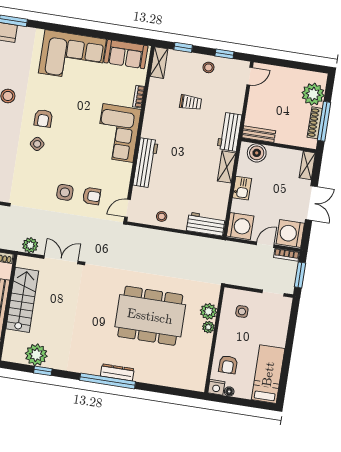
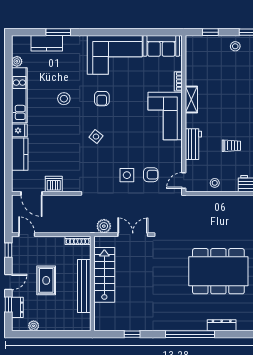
shelving: (159, 63) -> (191, 100), moved
trolley: (191, 102) -> (231, 146), moved
armchair: (43, 118) -> (102, 99), moved
workbench: (145, 163) -> (193, 144), width x0.73
plant: (36, 355) -> (124, 321), removed
dresser: (117, 372) -> (222, 325), moved

